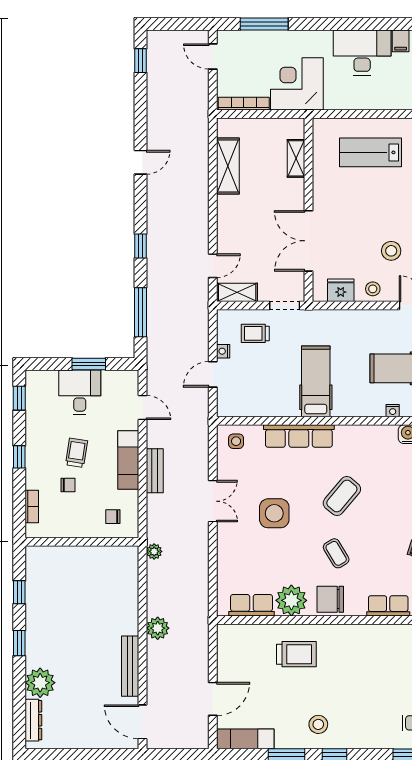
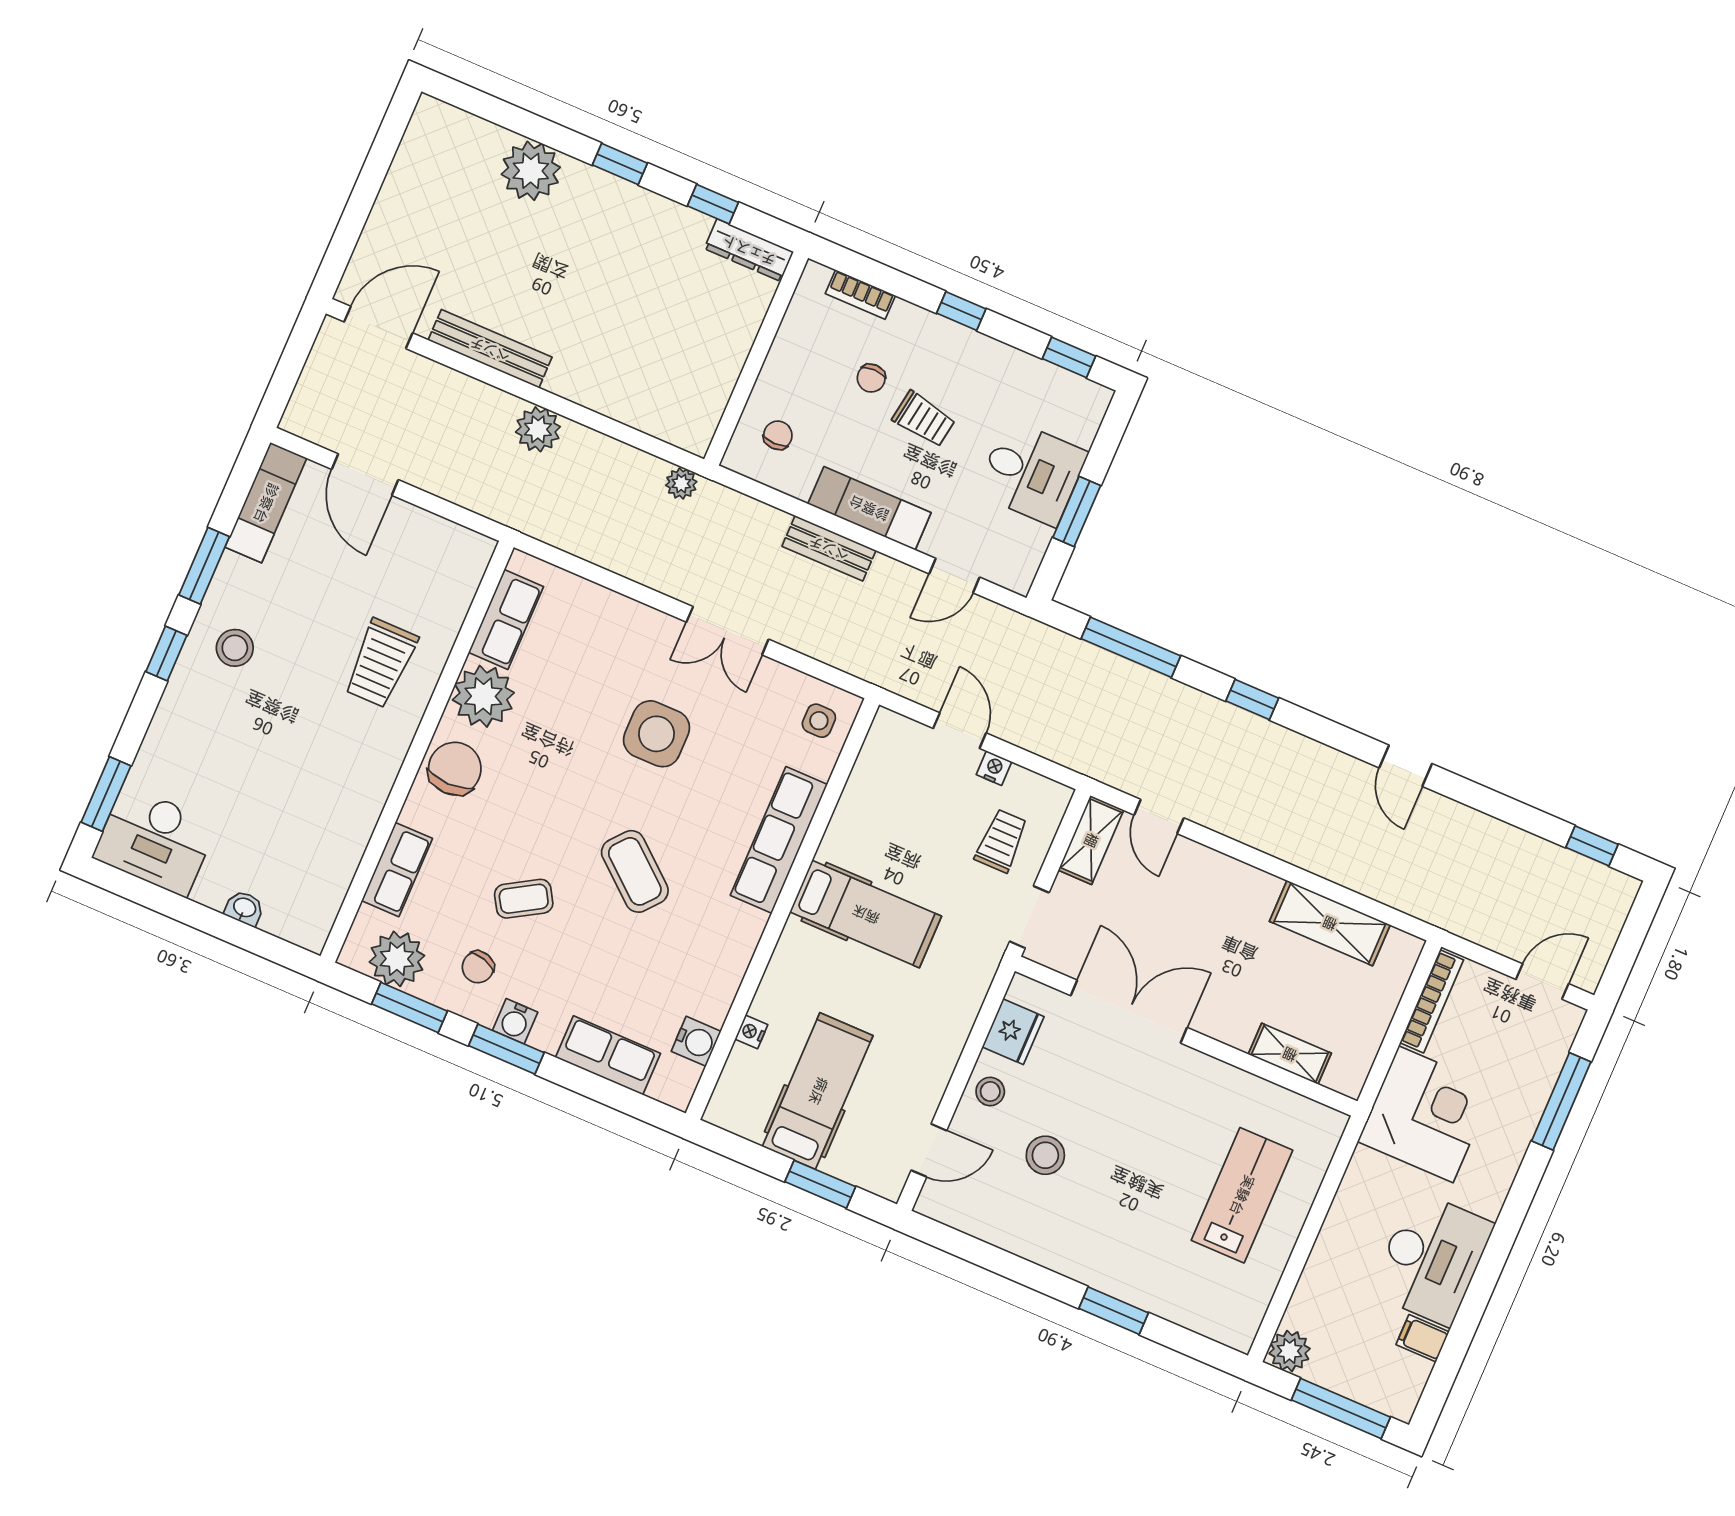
coffee table: (336, 553) -> (524, 899), moved
dresser: (33, 720) -> (749, 250), moved

